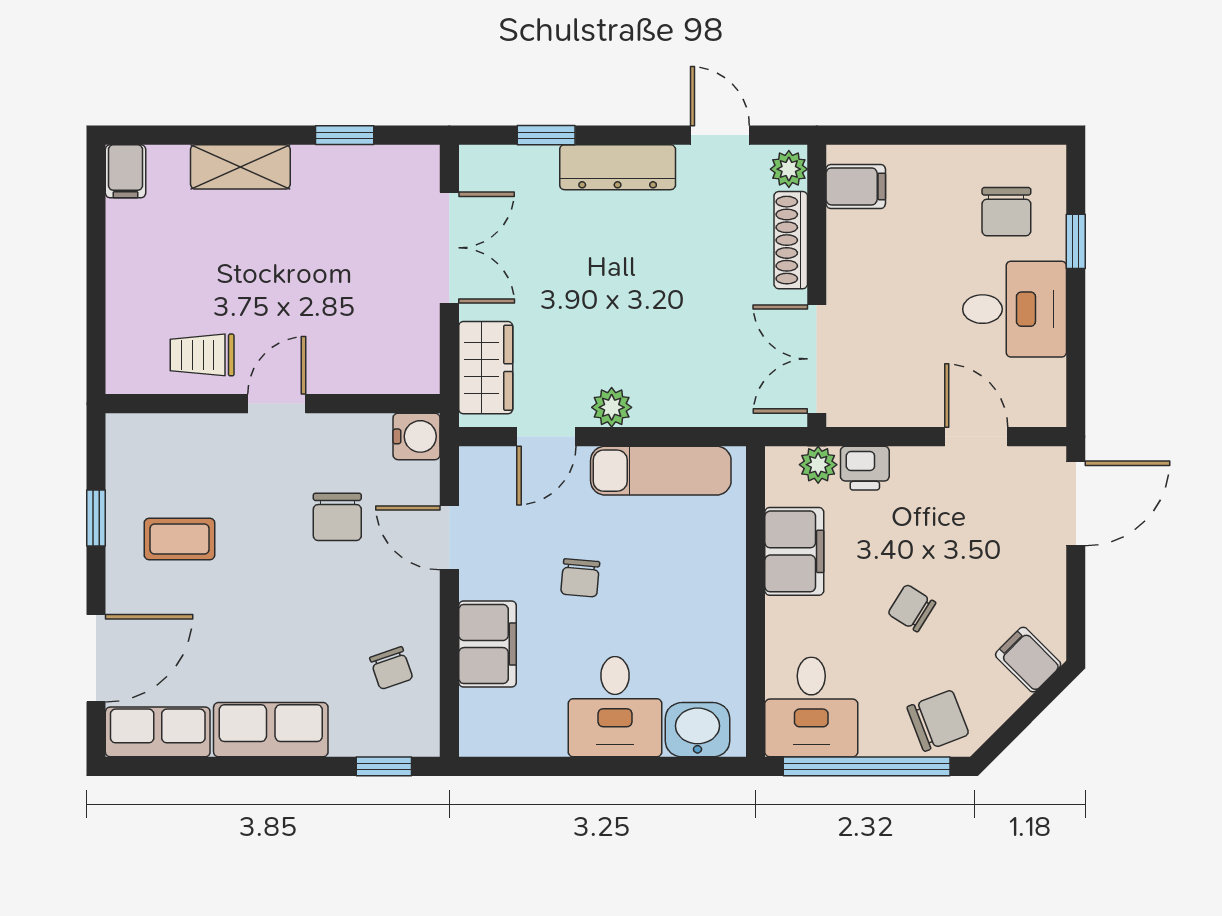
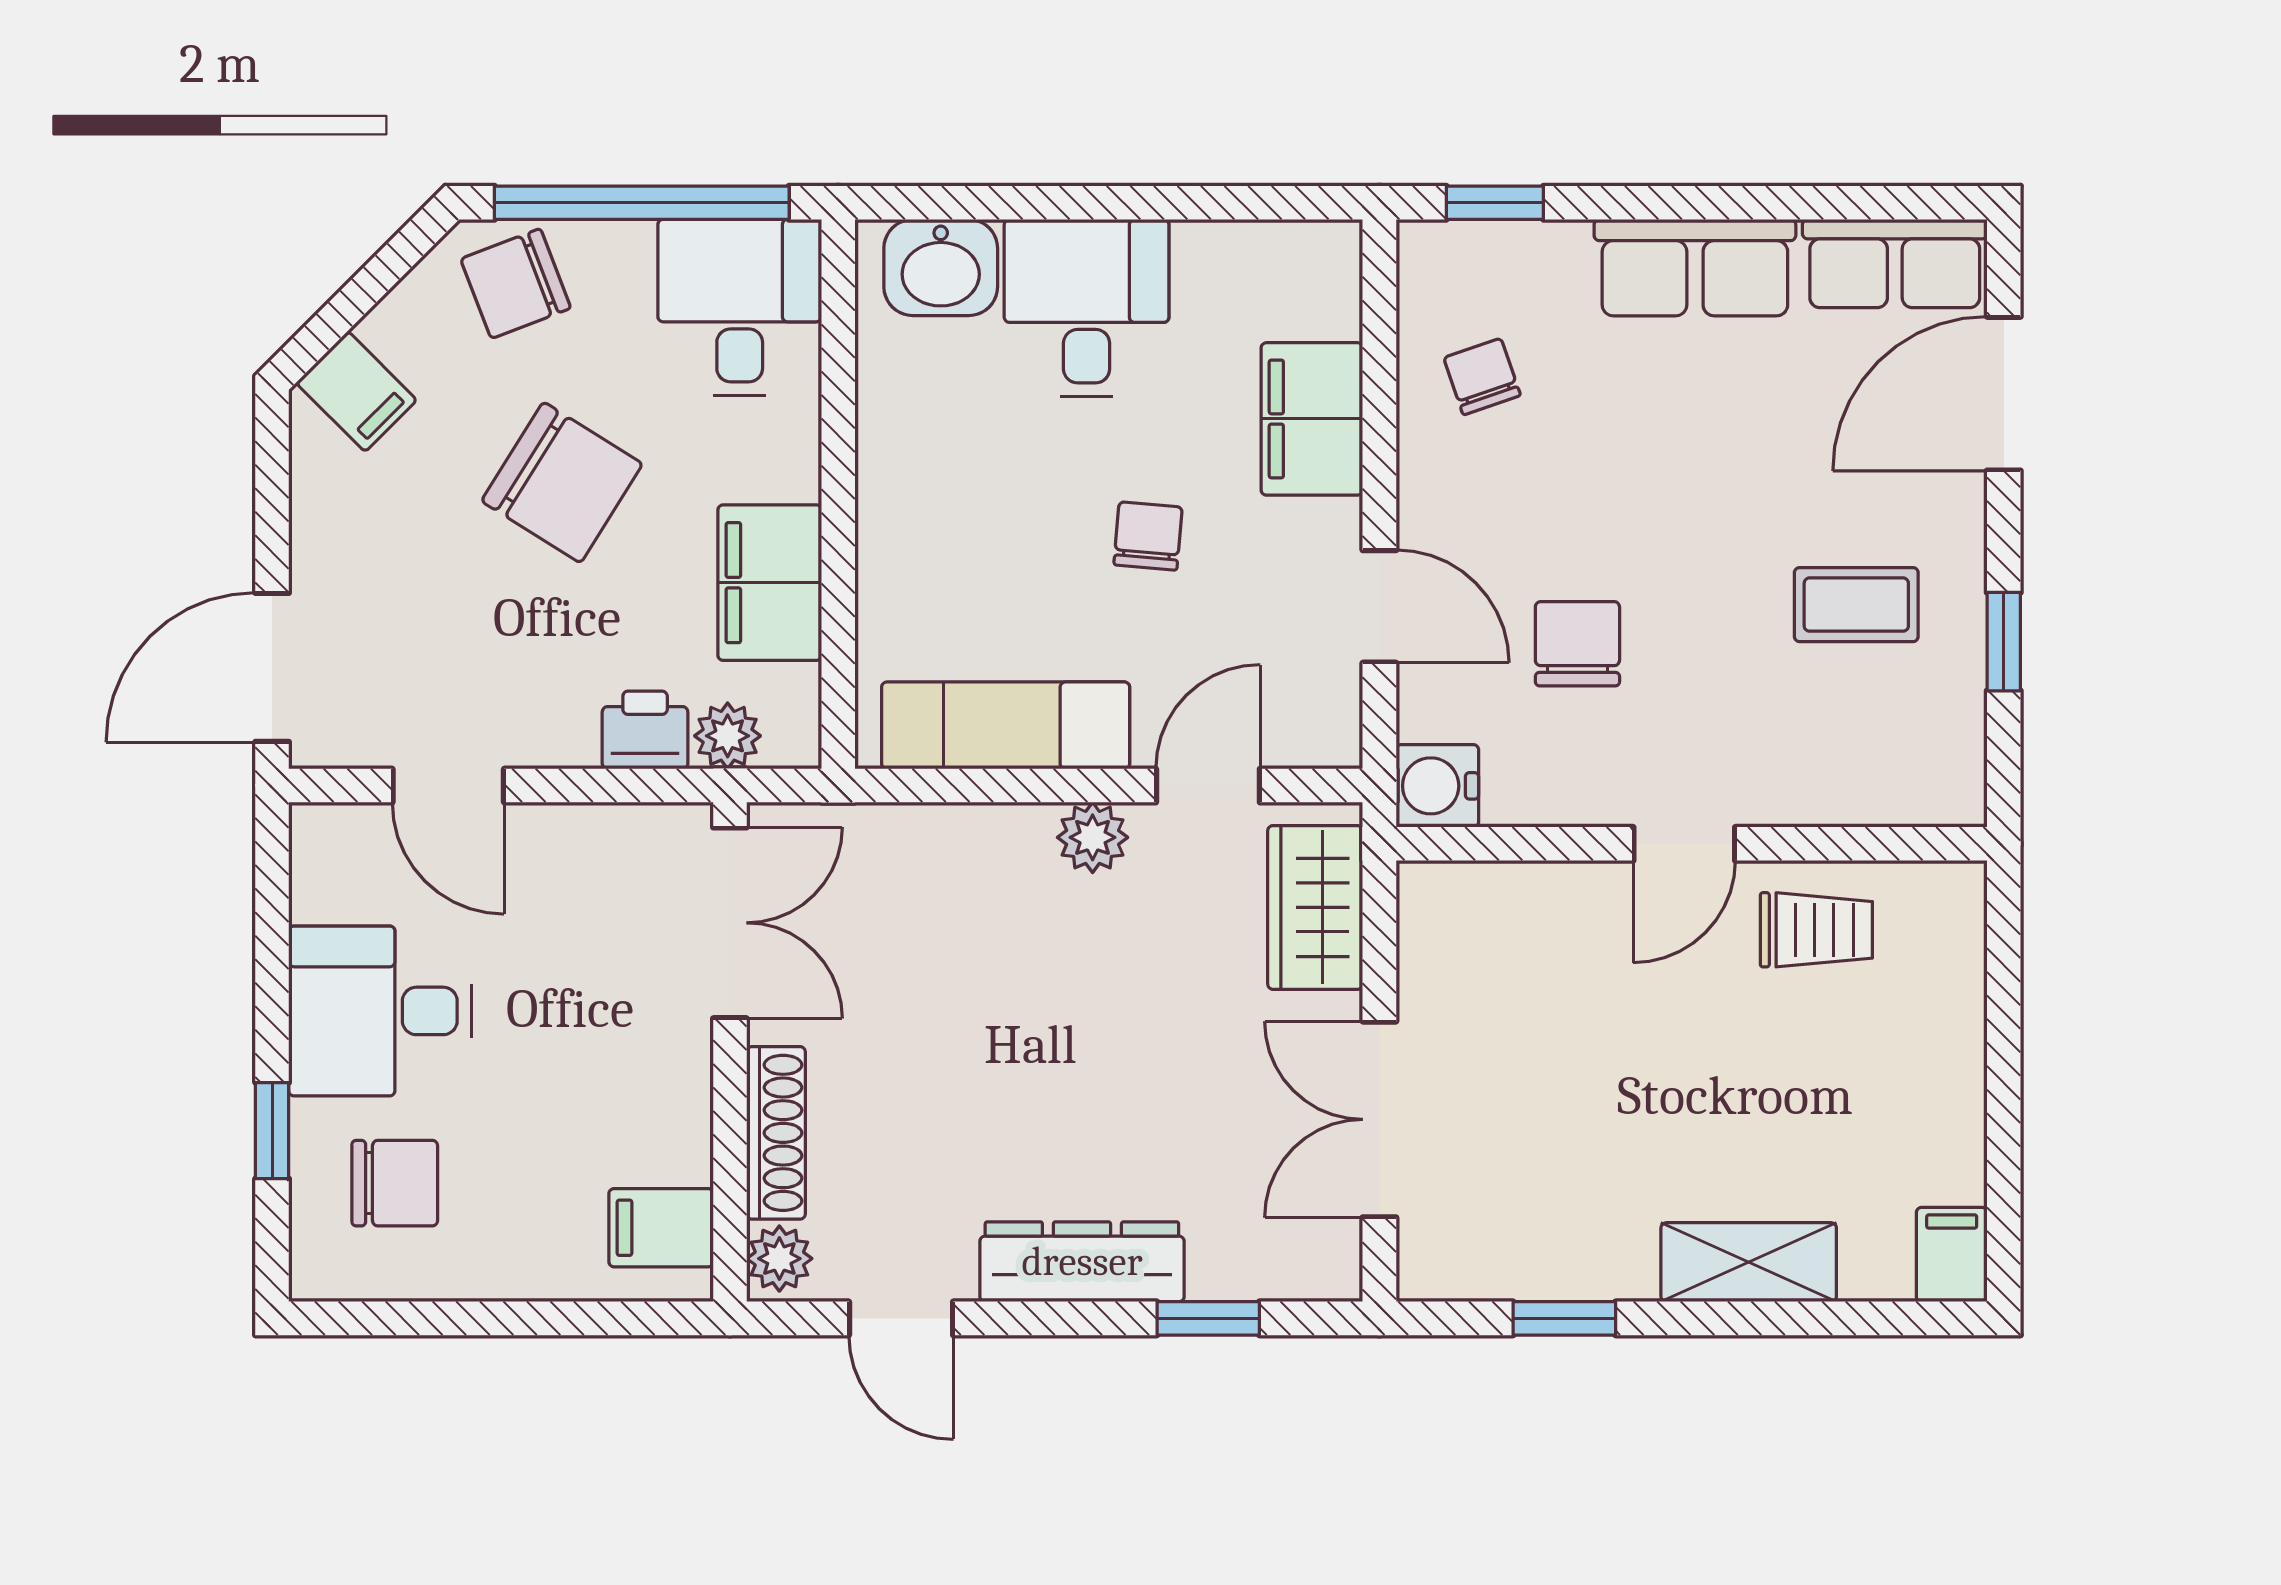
chair: (1006, 212) -> (395, 1183), turned 90
chair: (912, 608) -> (562, 482), width x1.87, depth x1.87

